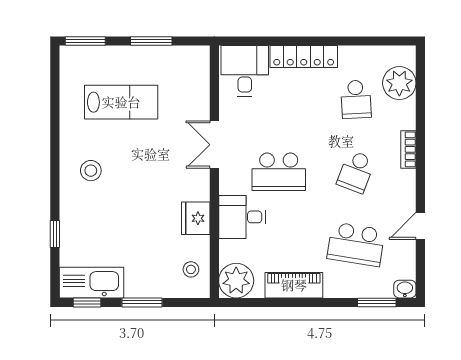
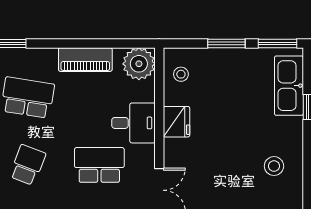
kitchen sink: (91, 283) -> (289, 86), moved, turned 90
window: (87, 302) -> (277, 43), width x1.50

